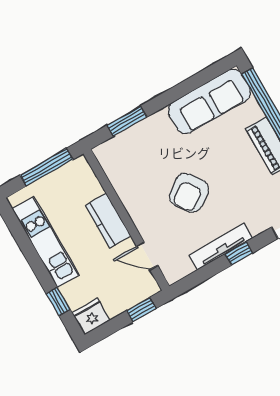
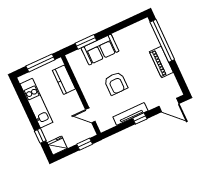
sofa: (209, 101) -> (100, 50), moved, width x0.73
armchair: (189, 193) -> (116, 83), turned -54
kitchen counter: (108, 221) -> (64, 80), moved

